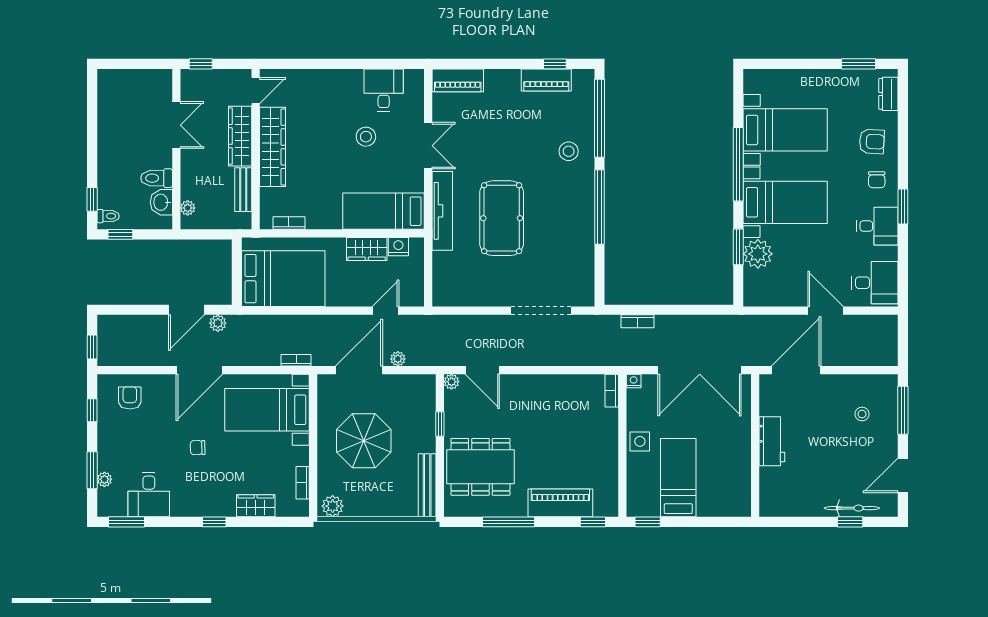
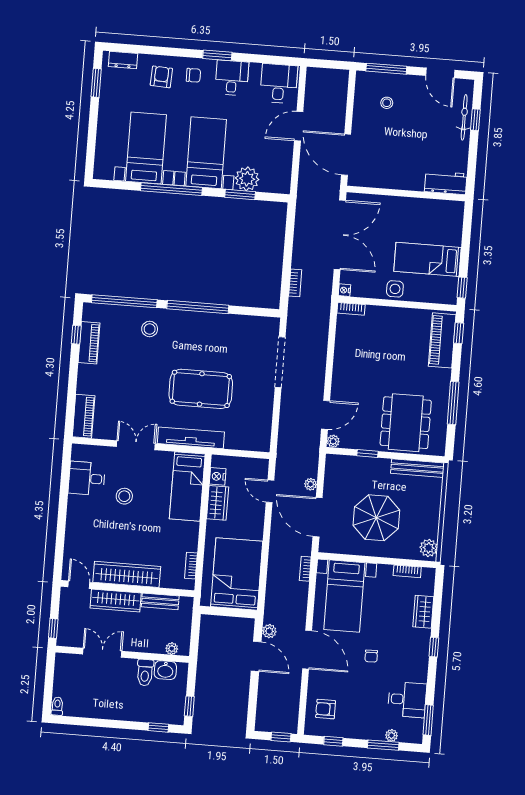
toilet: (108, 216) -> (57, 706), moved
workbench: (772, 441) -> (446, 183), moved
piano: (560, 503) -> (442, 340), moved

